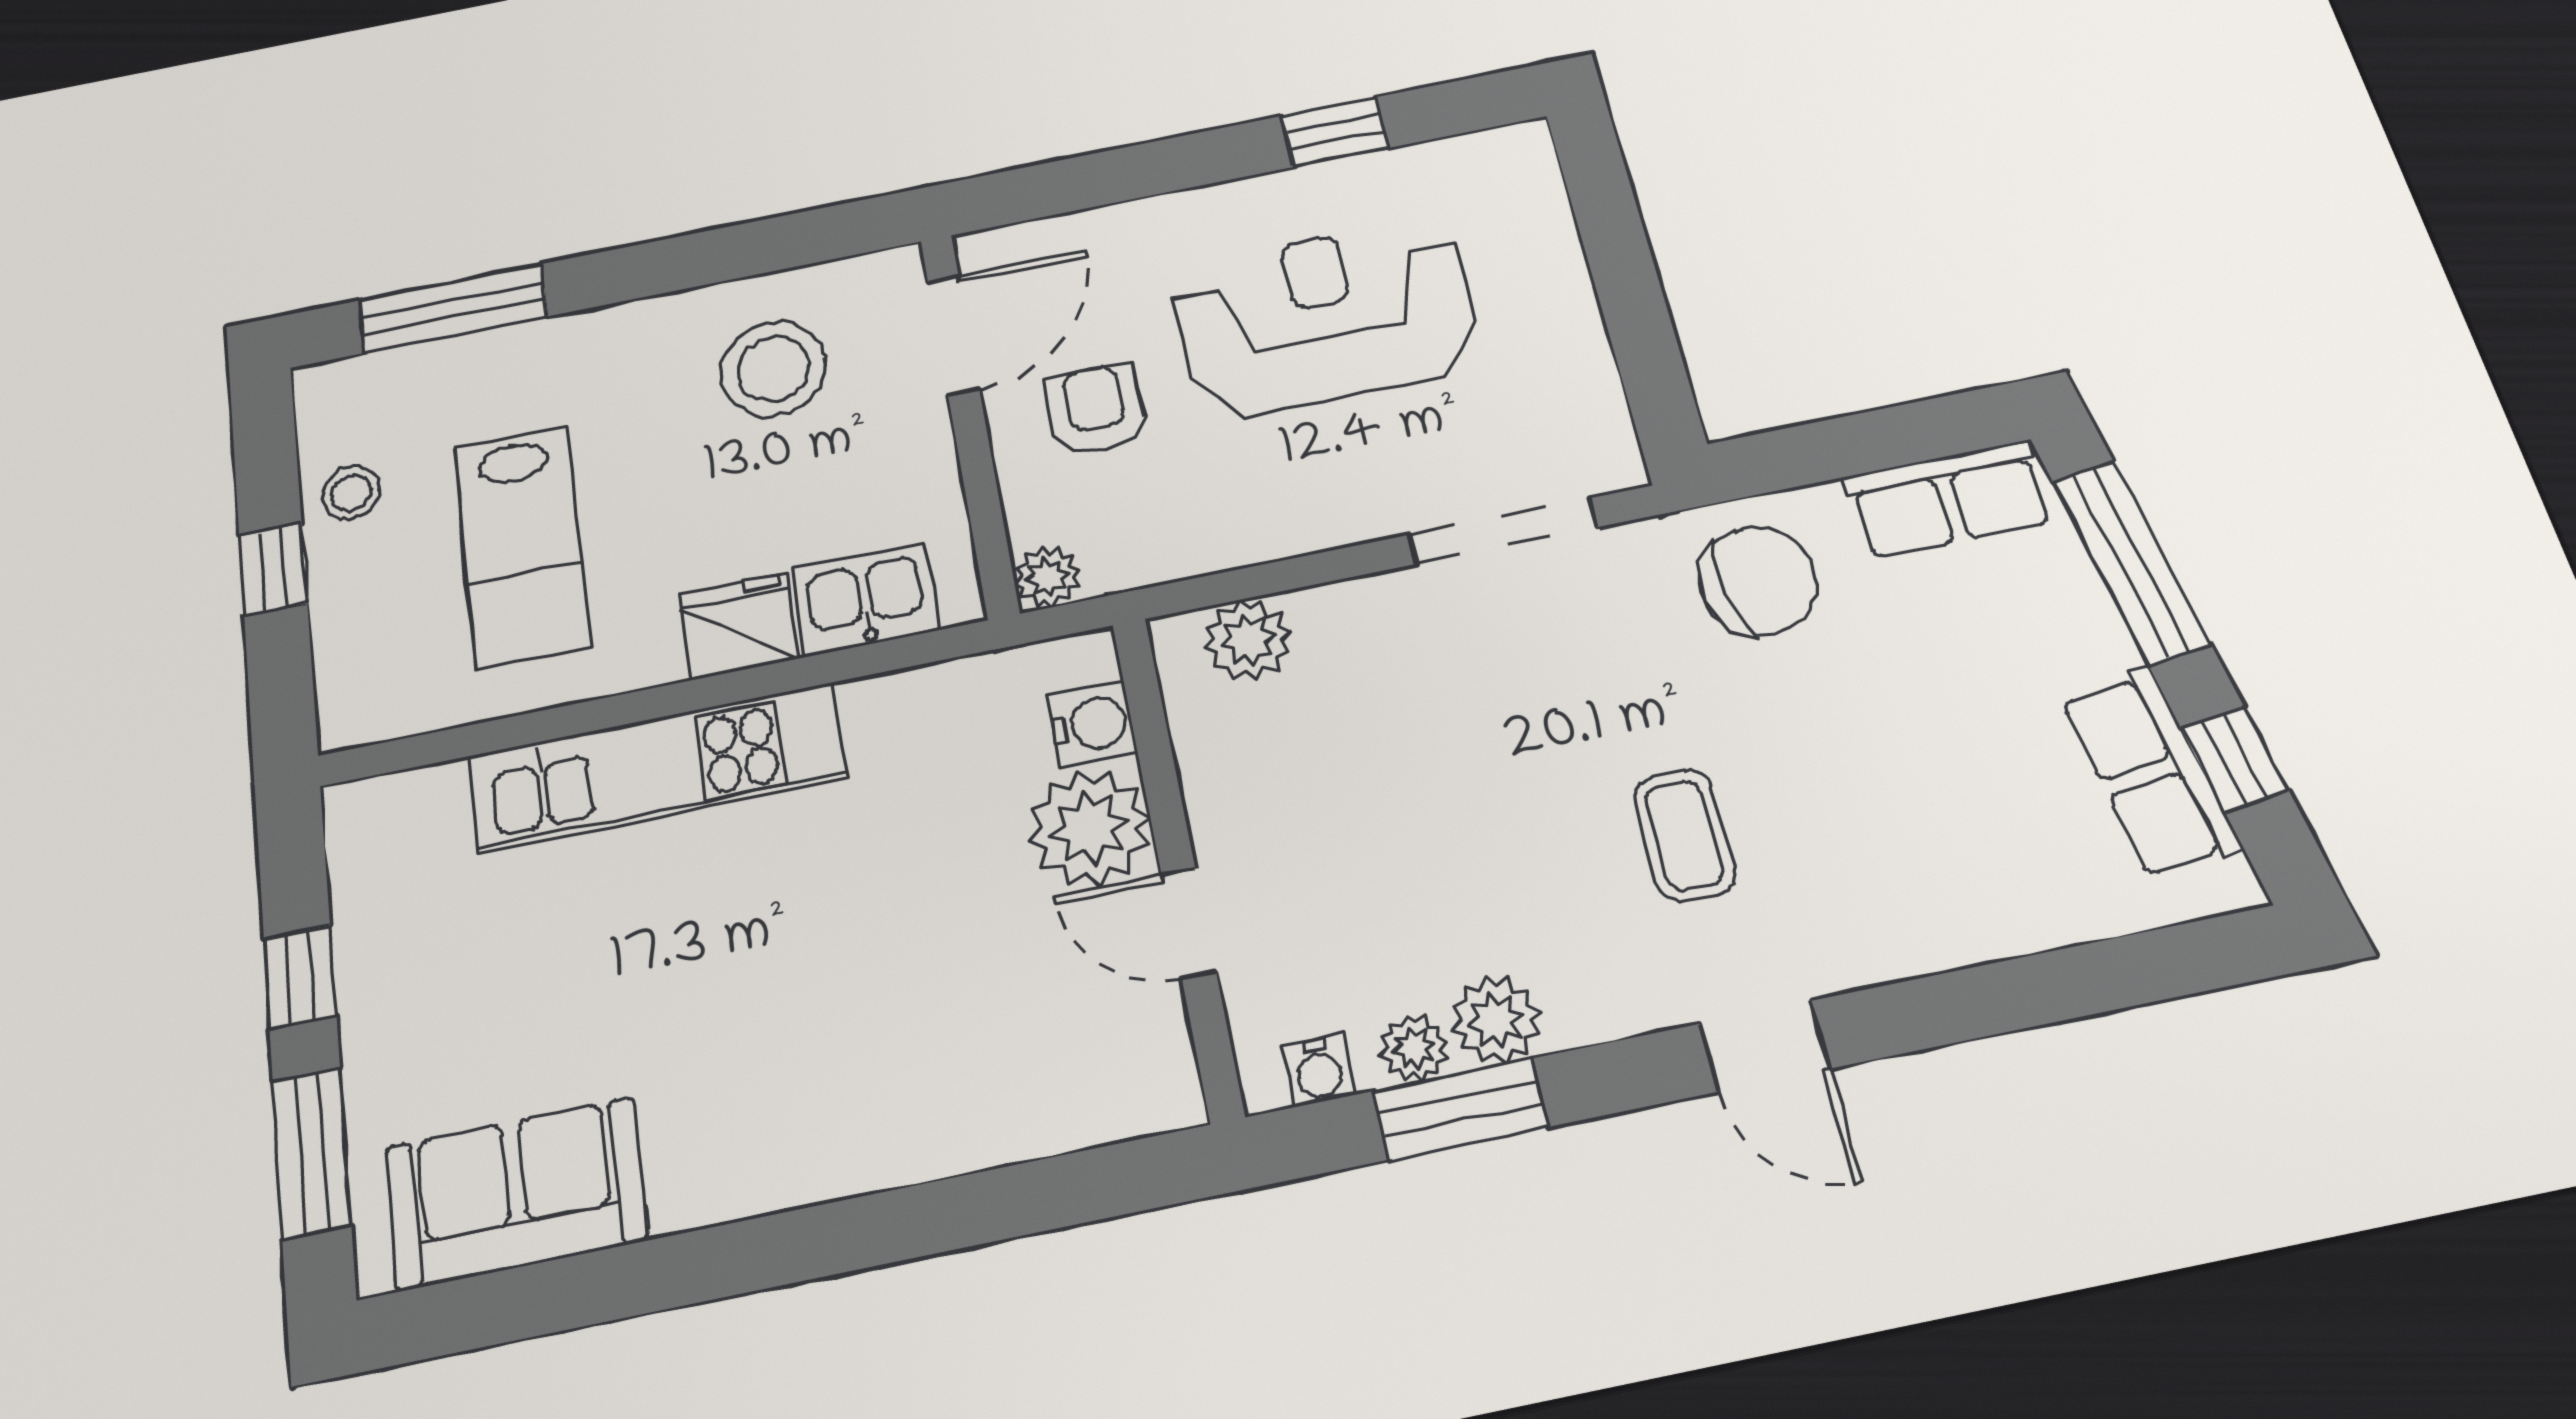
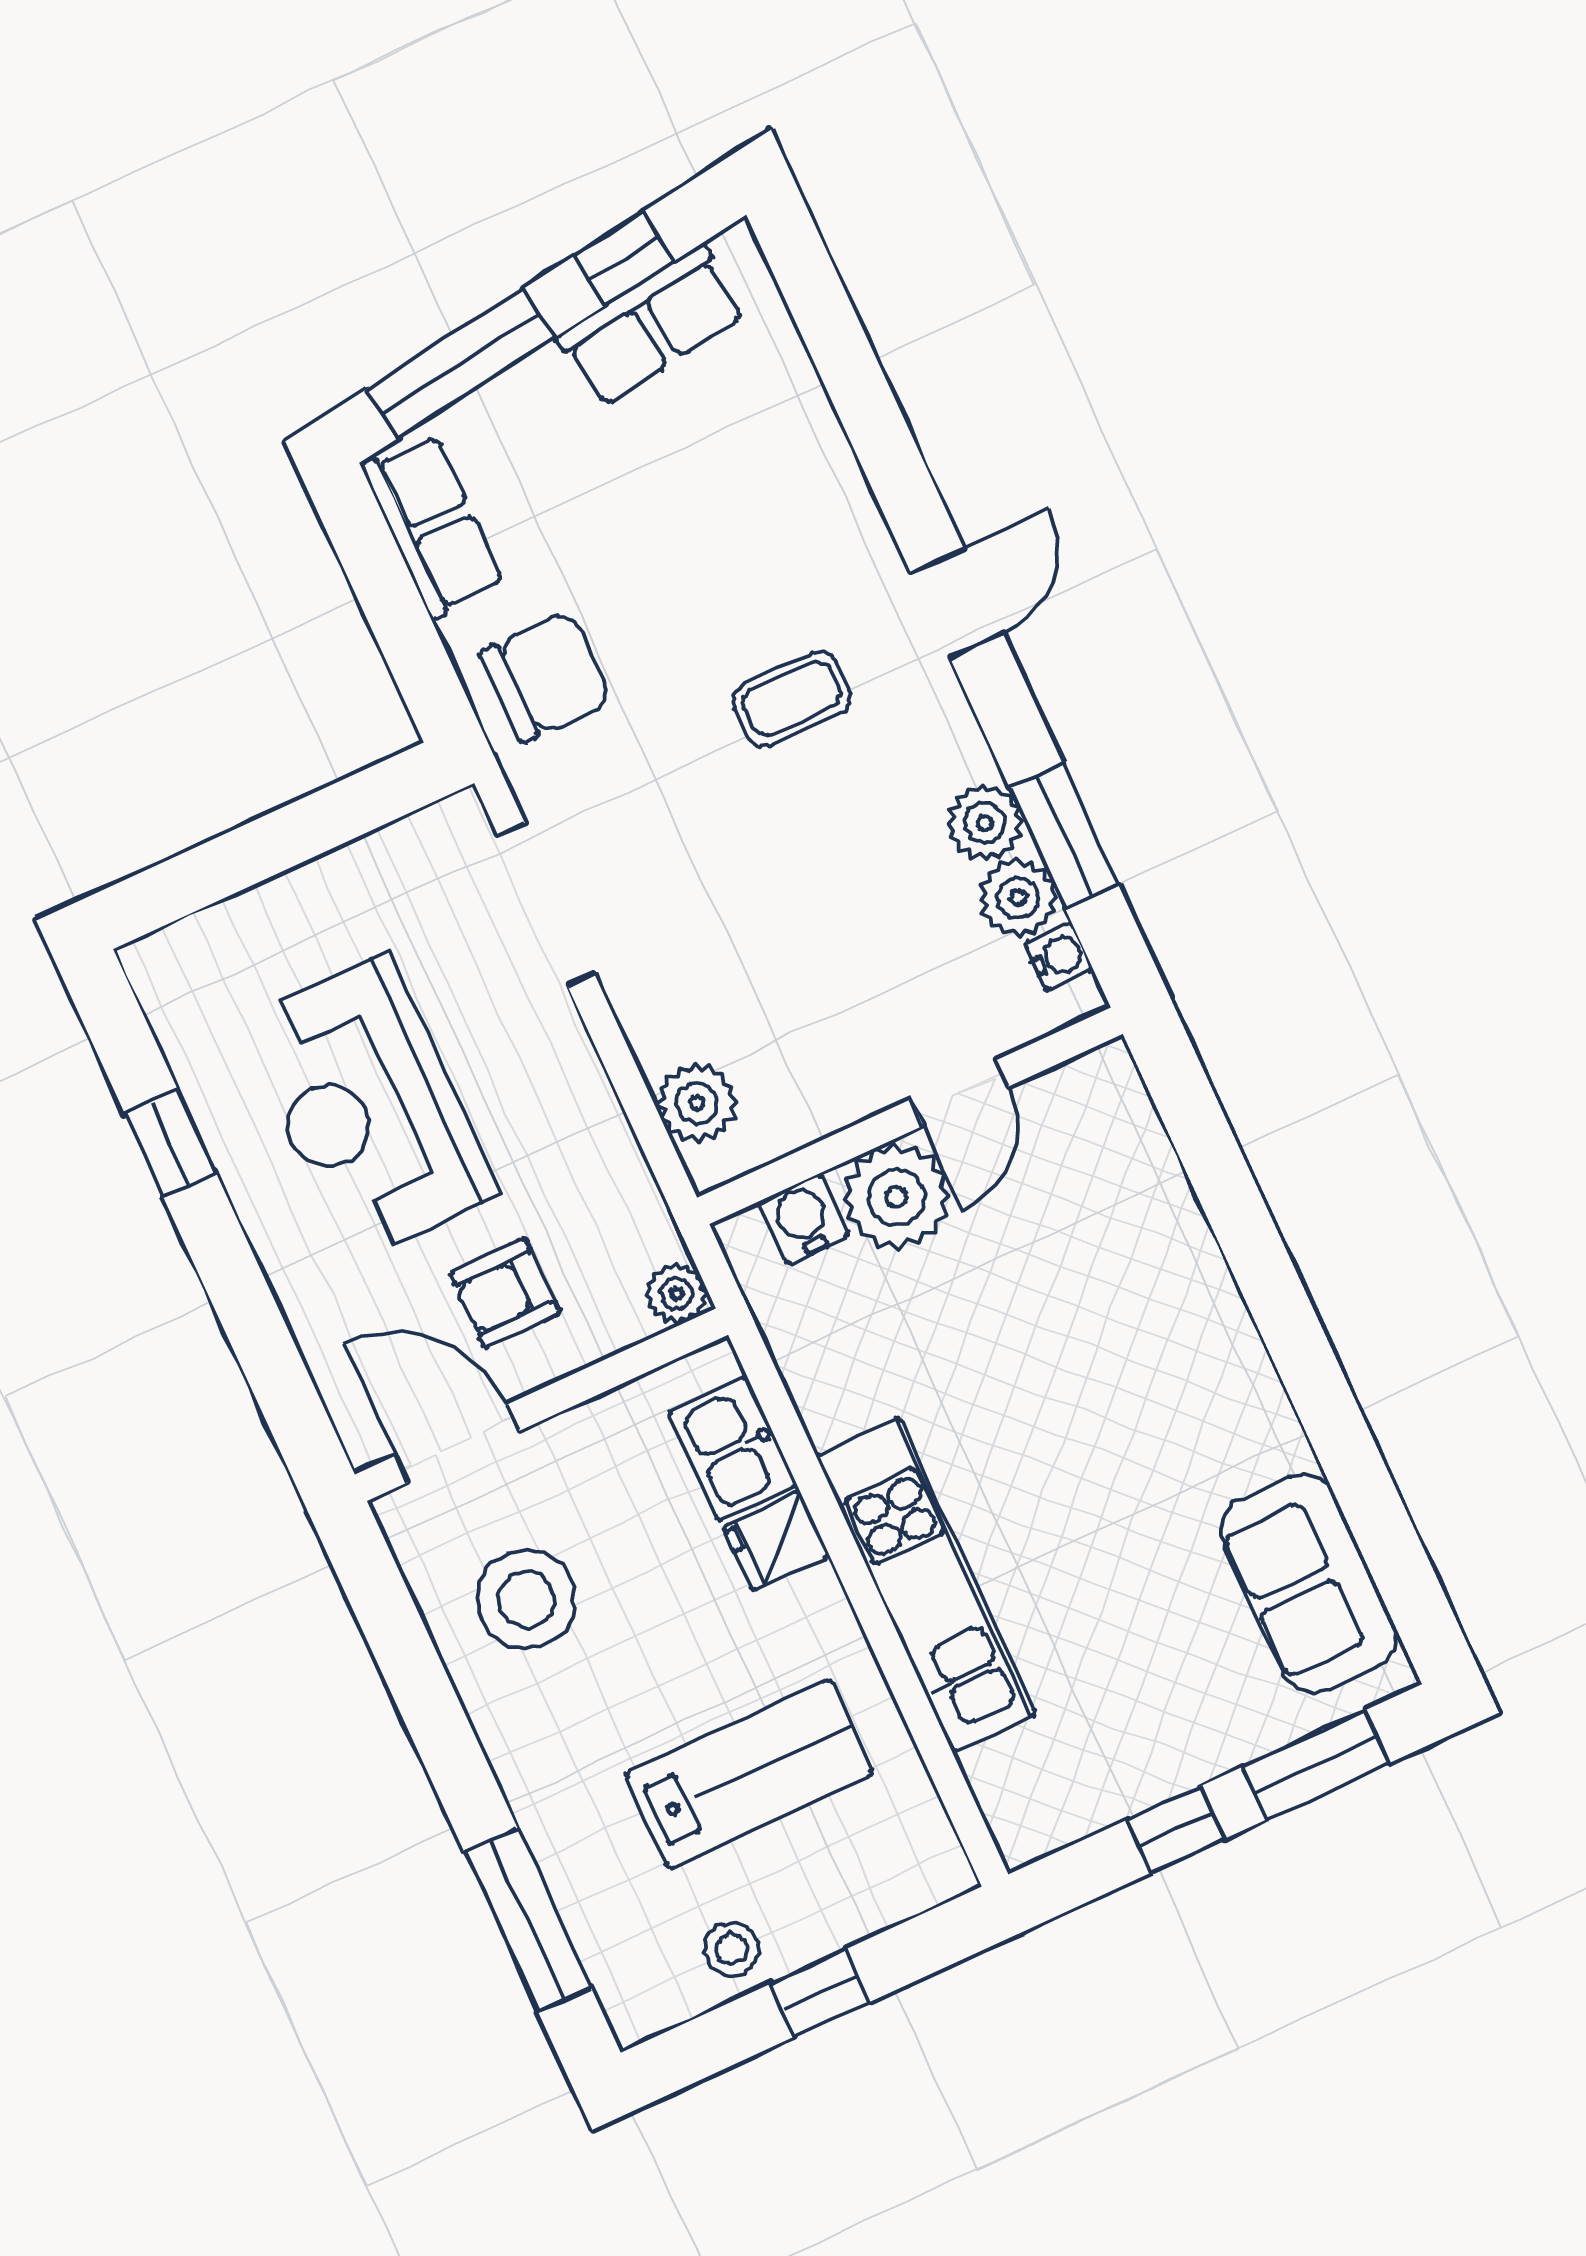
chair: (1758, 581) -> (546, 677), turned 99
fridge: (739, 626) -> (776, 1541), width x0.72
plant: (1414, 1048) -> (1018, 898), width x1.38, depth x1.38

